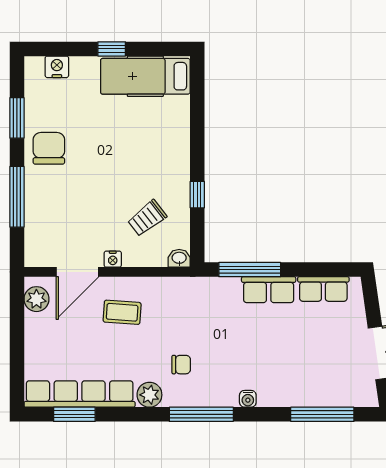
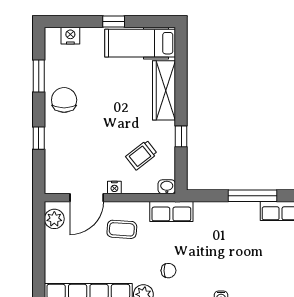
wardrobe: (176, 136) -> (164, 90), added
window: (17, 197) -> (39, 138), width x0.46
window: (250, 270) -> (252, 196), moved
row of seats: (269, 290) -> (171, 211), moved

